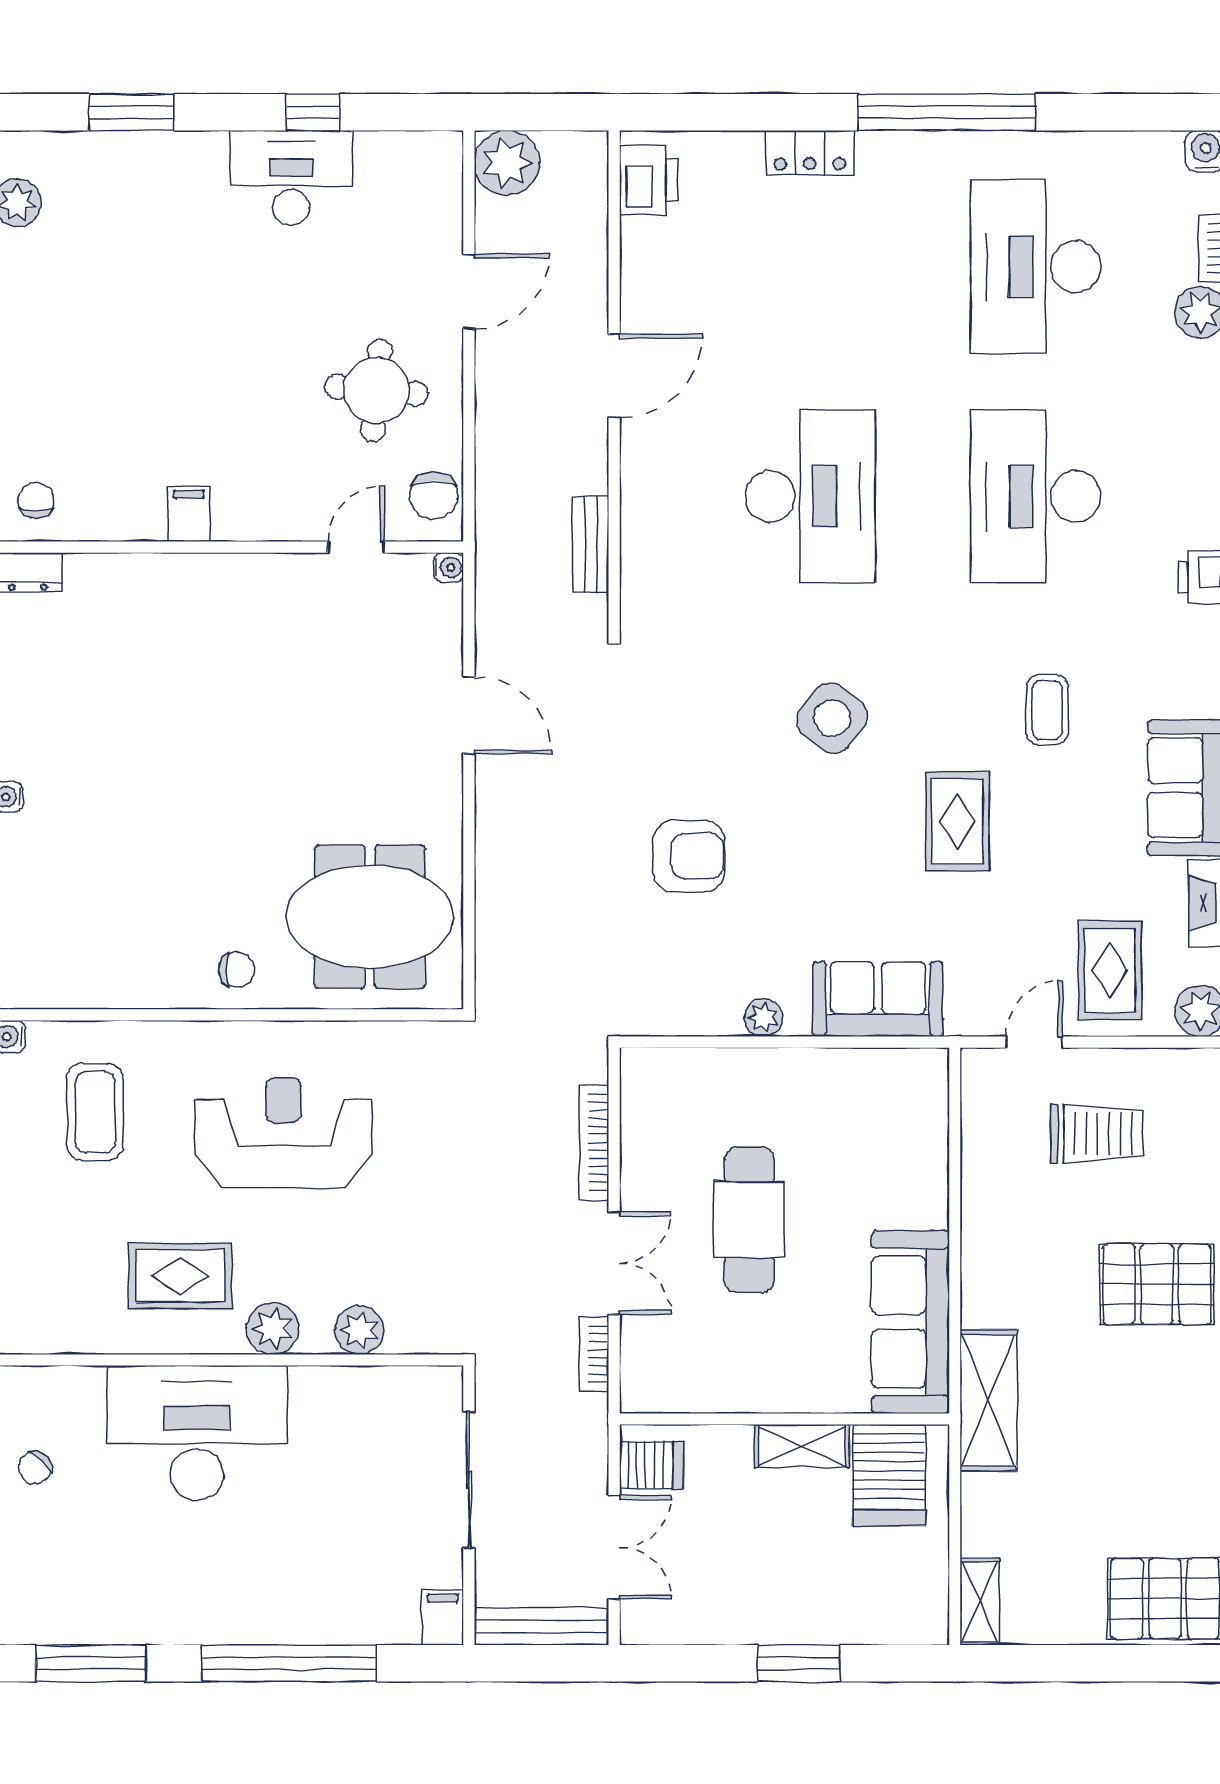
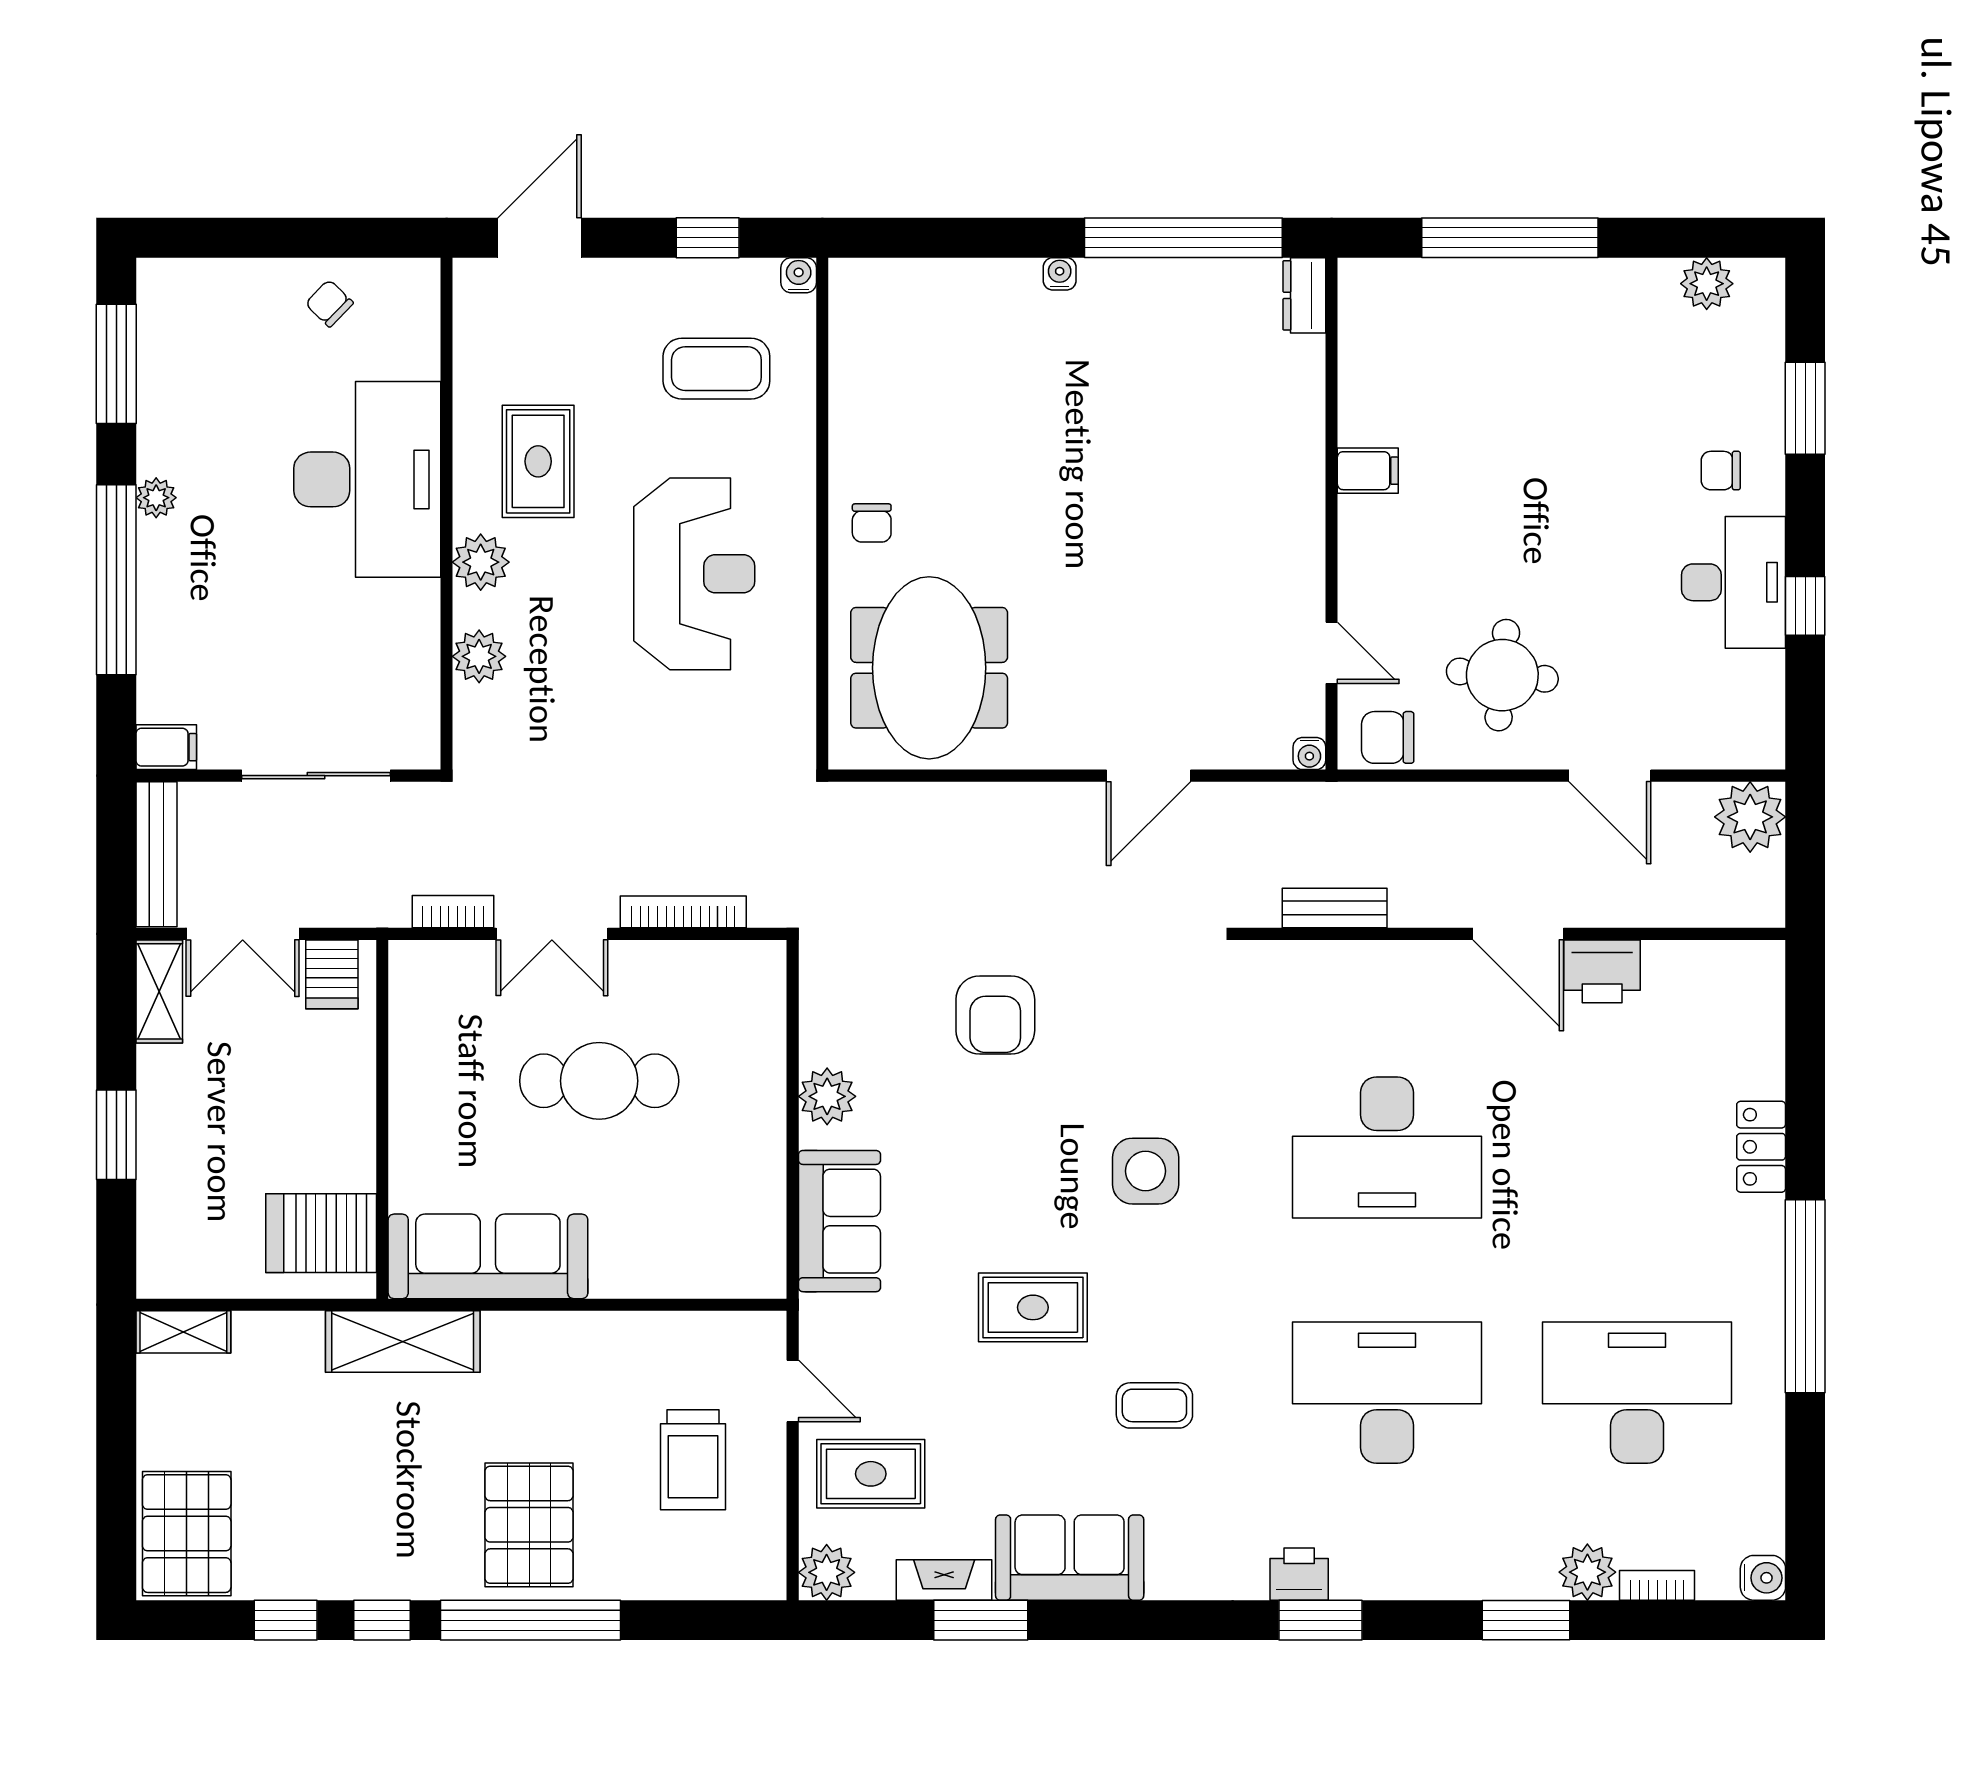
printer: (649, 180) -> (1602, 971), moved
chair: (36, 500) -> (1721, 471), moved, turned 180
side table: (832, 718) -> (1146, 1171), turned -38
plant: (763, 1018) -> (827, 1096), width x1.38, depth x1.38
shelving: (802, 1446) -> (159, 991), moved
plant: (214, 1627) -> (156, 498), added

